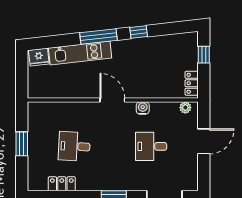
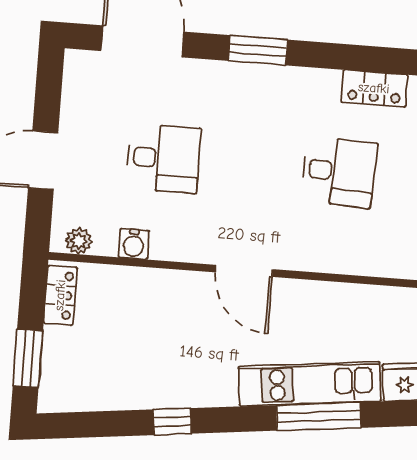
window: (98, 37) -> (319, 416), moved
window: (204, 55) -> (28, 358), width x1.50
water cooler: (143, 108) -> (134, 244), moved

